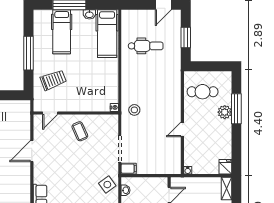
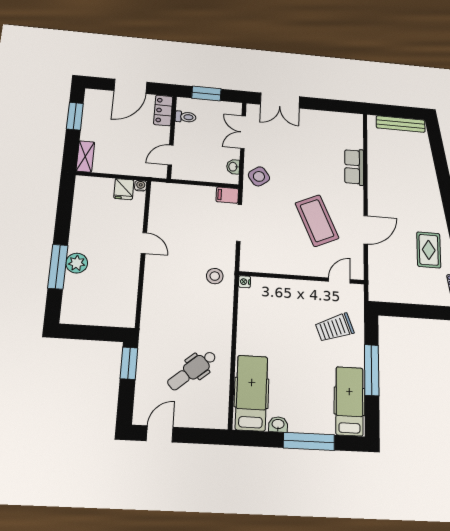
hospital bed: (62, 32) -> (349, 401), moved
window: (186, 37) -> (129, 363), moved
dental chair: (146, 46) -> (192, 370), turned -40
cafe table: (203, 92) -> (108, 295), removed
door: (182, 129) -> (144, 243), hinge flipped
coffee table: (80, 131) -> (317, 221), moved, width x1.86, depth x1.72
fridge: (225, 167) -> (124, 189), moved

